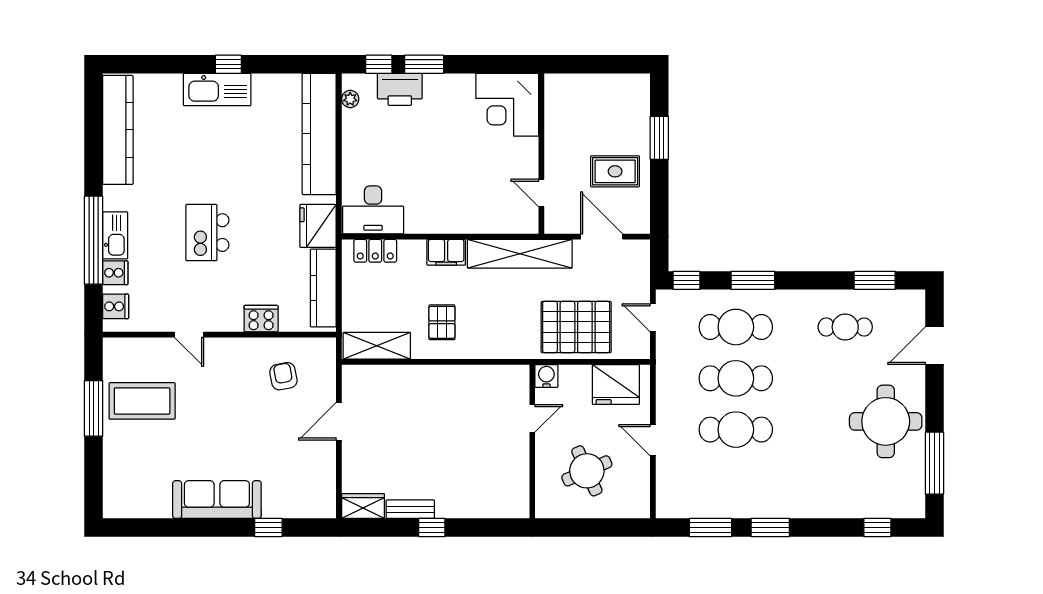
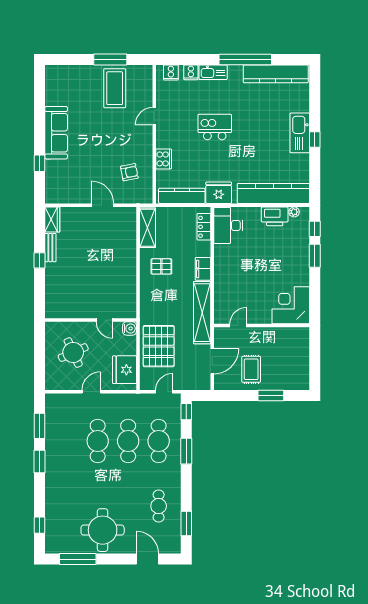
printer: (400, 89) -> (275, 216), moved, turned -90
window: (94, 240) -> (245, 59), moved

